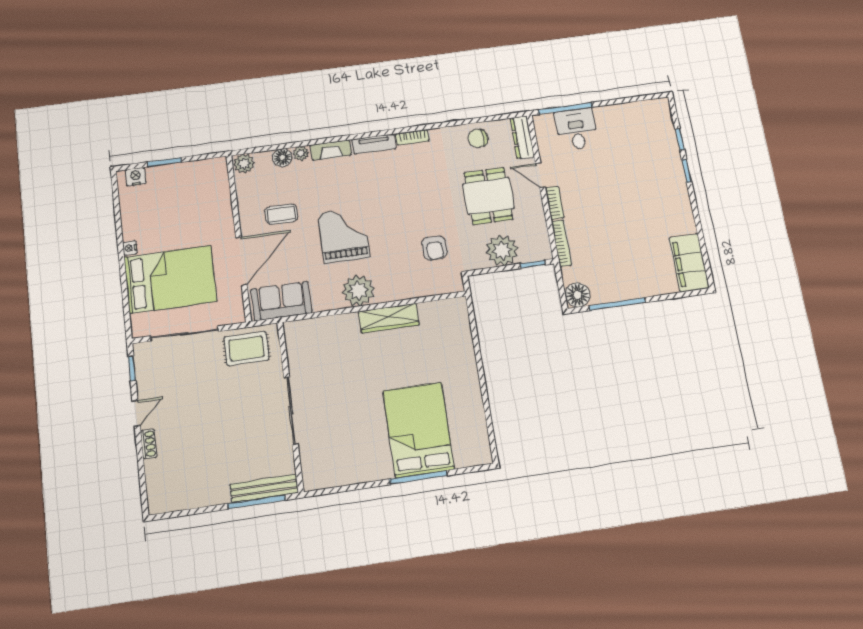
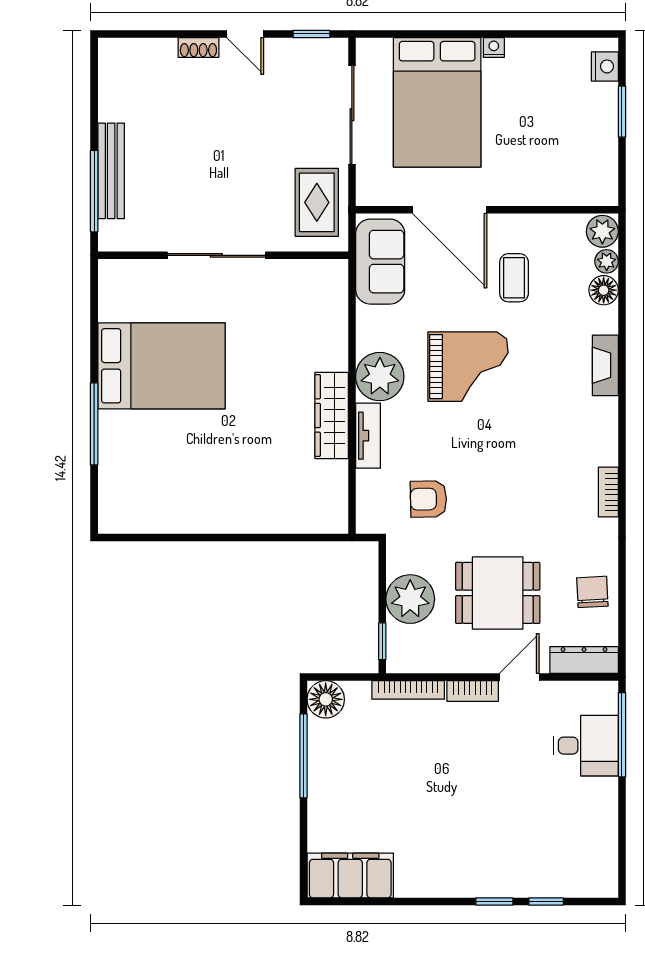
tv unit: (374, 144) -> (368, 436), moved, turned 180
plant: (301, 153) -> (607, 261), moved
bed: (419, 430) -> (161, 366), moved
bench: (264, 489) -> (111, 171), moved

